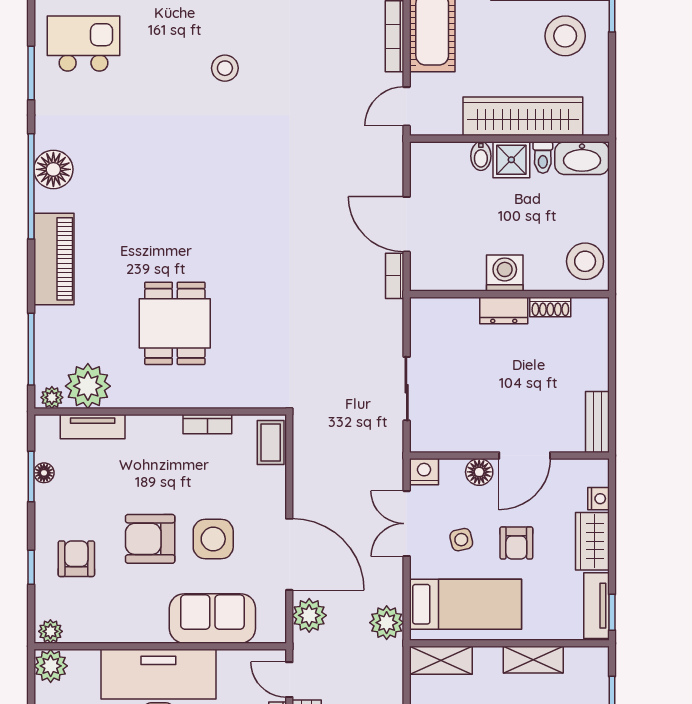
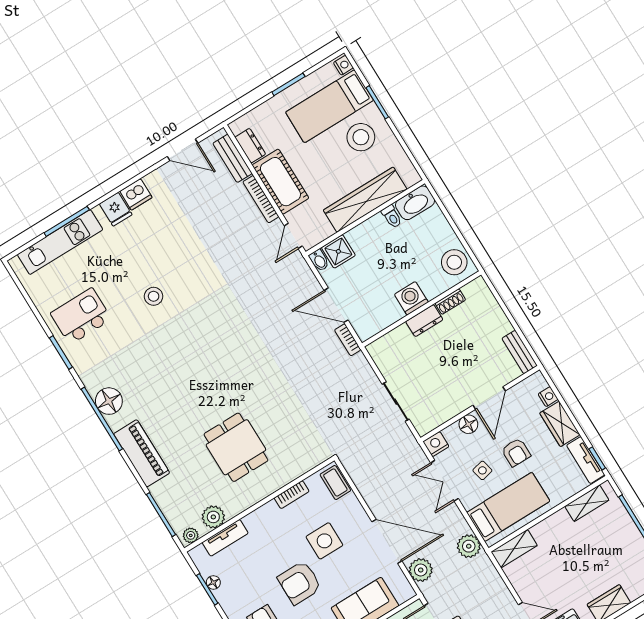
stool: (225, 68) -> (154, 296), moved
bidet: (481, 156) -> (319, 260), moved
shower: (511, 160) -> (338, 251), moved
plant: (88, 386) -> (213, 517), width x0.73, depth x0.73
side table: (213, 539) -> (324, 541), moved
shelving: (533, 660) -> (587, 503), moved

